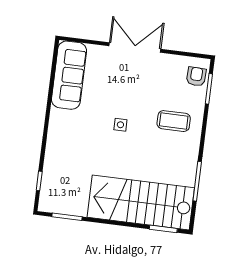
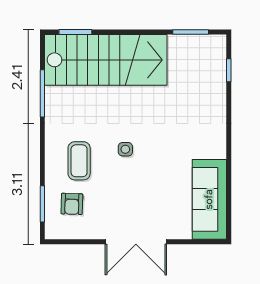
armchair: (196, 77) -> (72, 204), moved
coffee table: (174, 121) -> (79, 161), turned 90
side table: (120, 125) -> (125, 149), moved

